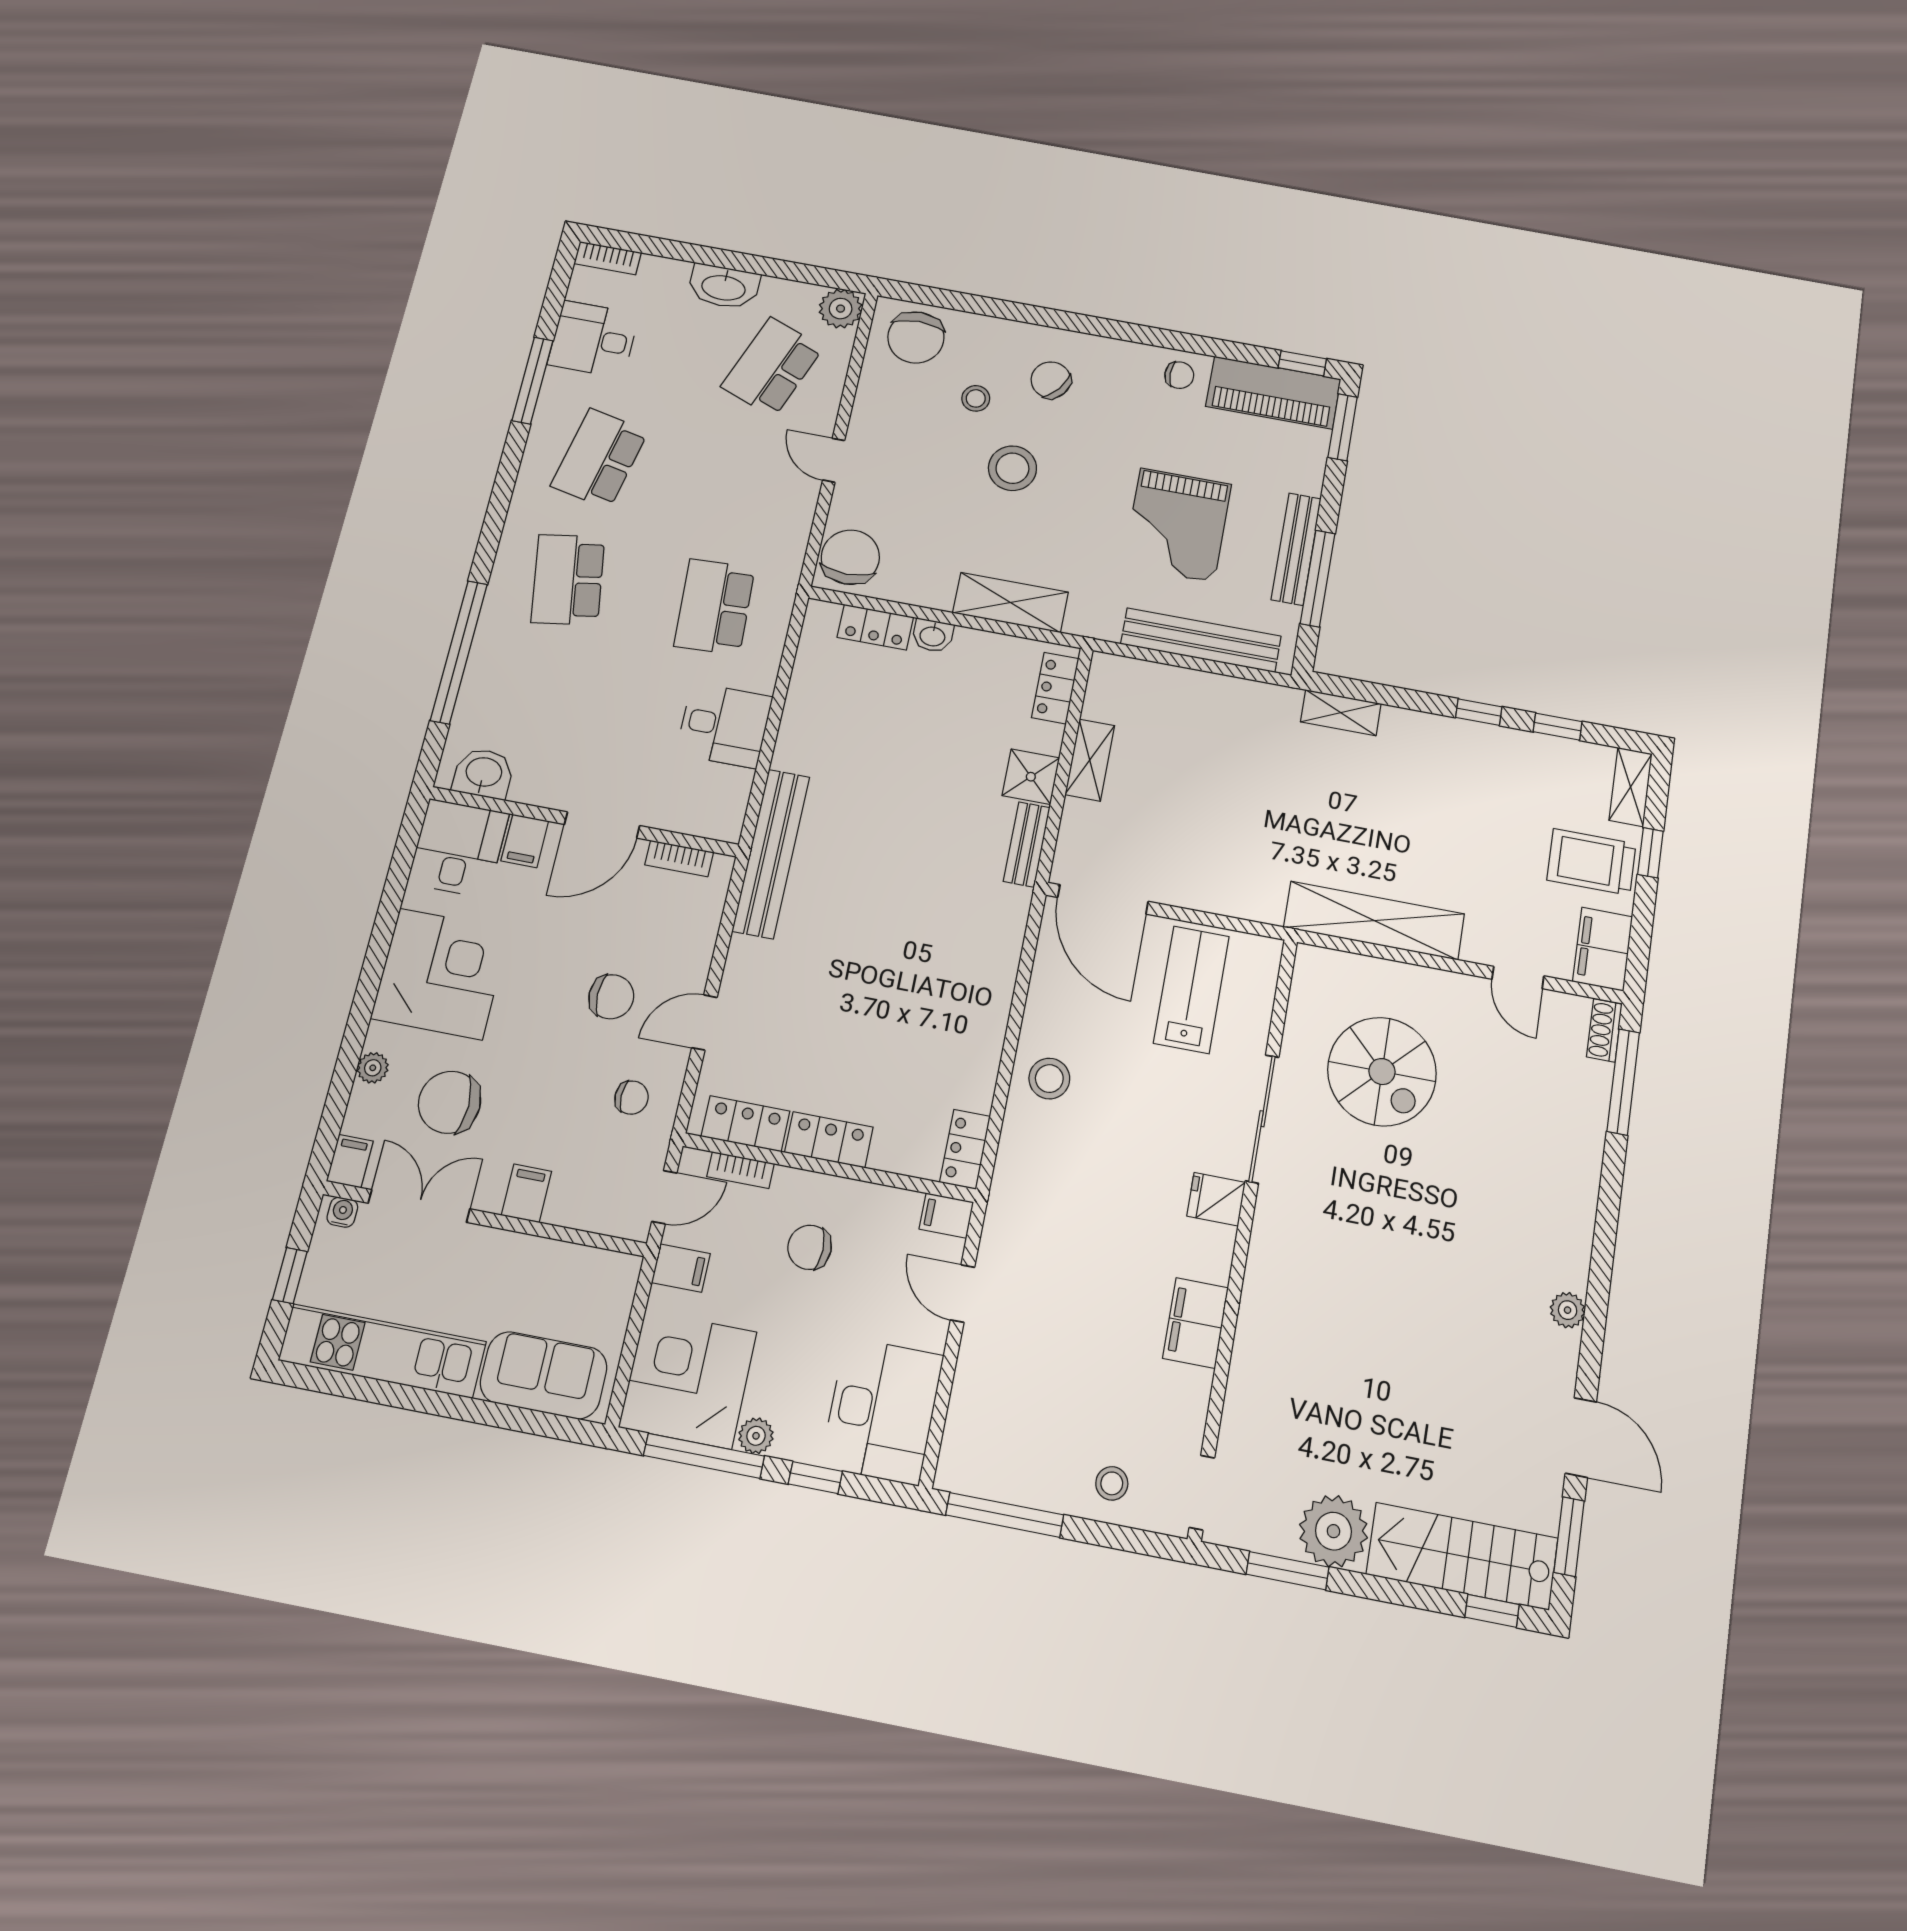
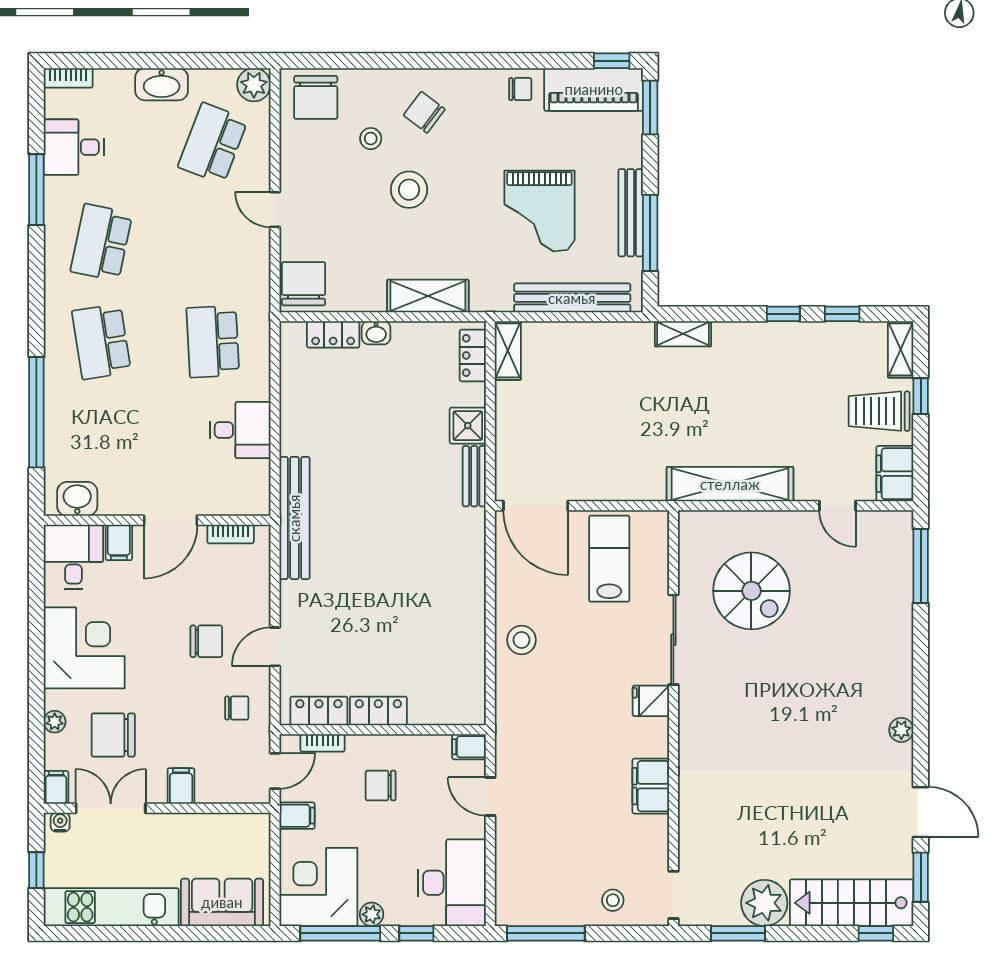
shelving: (1090, 760) -> (508, 350), moved
shoe rack: (1604, 1030) -> (903, 532), removed
locker: (965, 1149) -> (473, 700), removed

